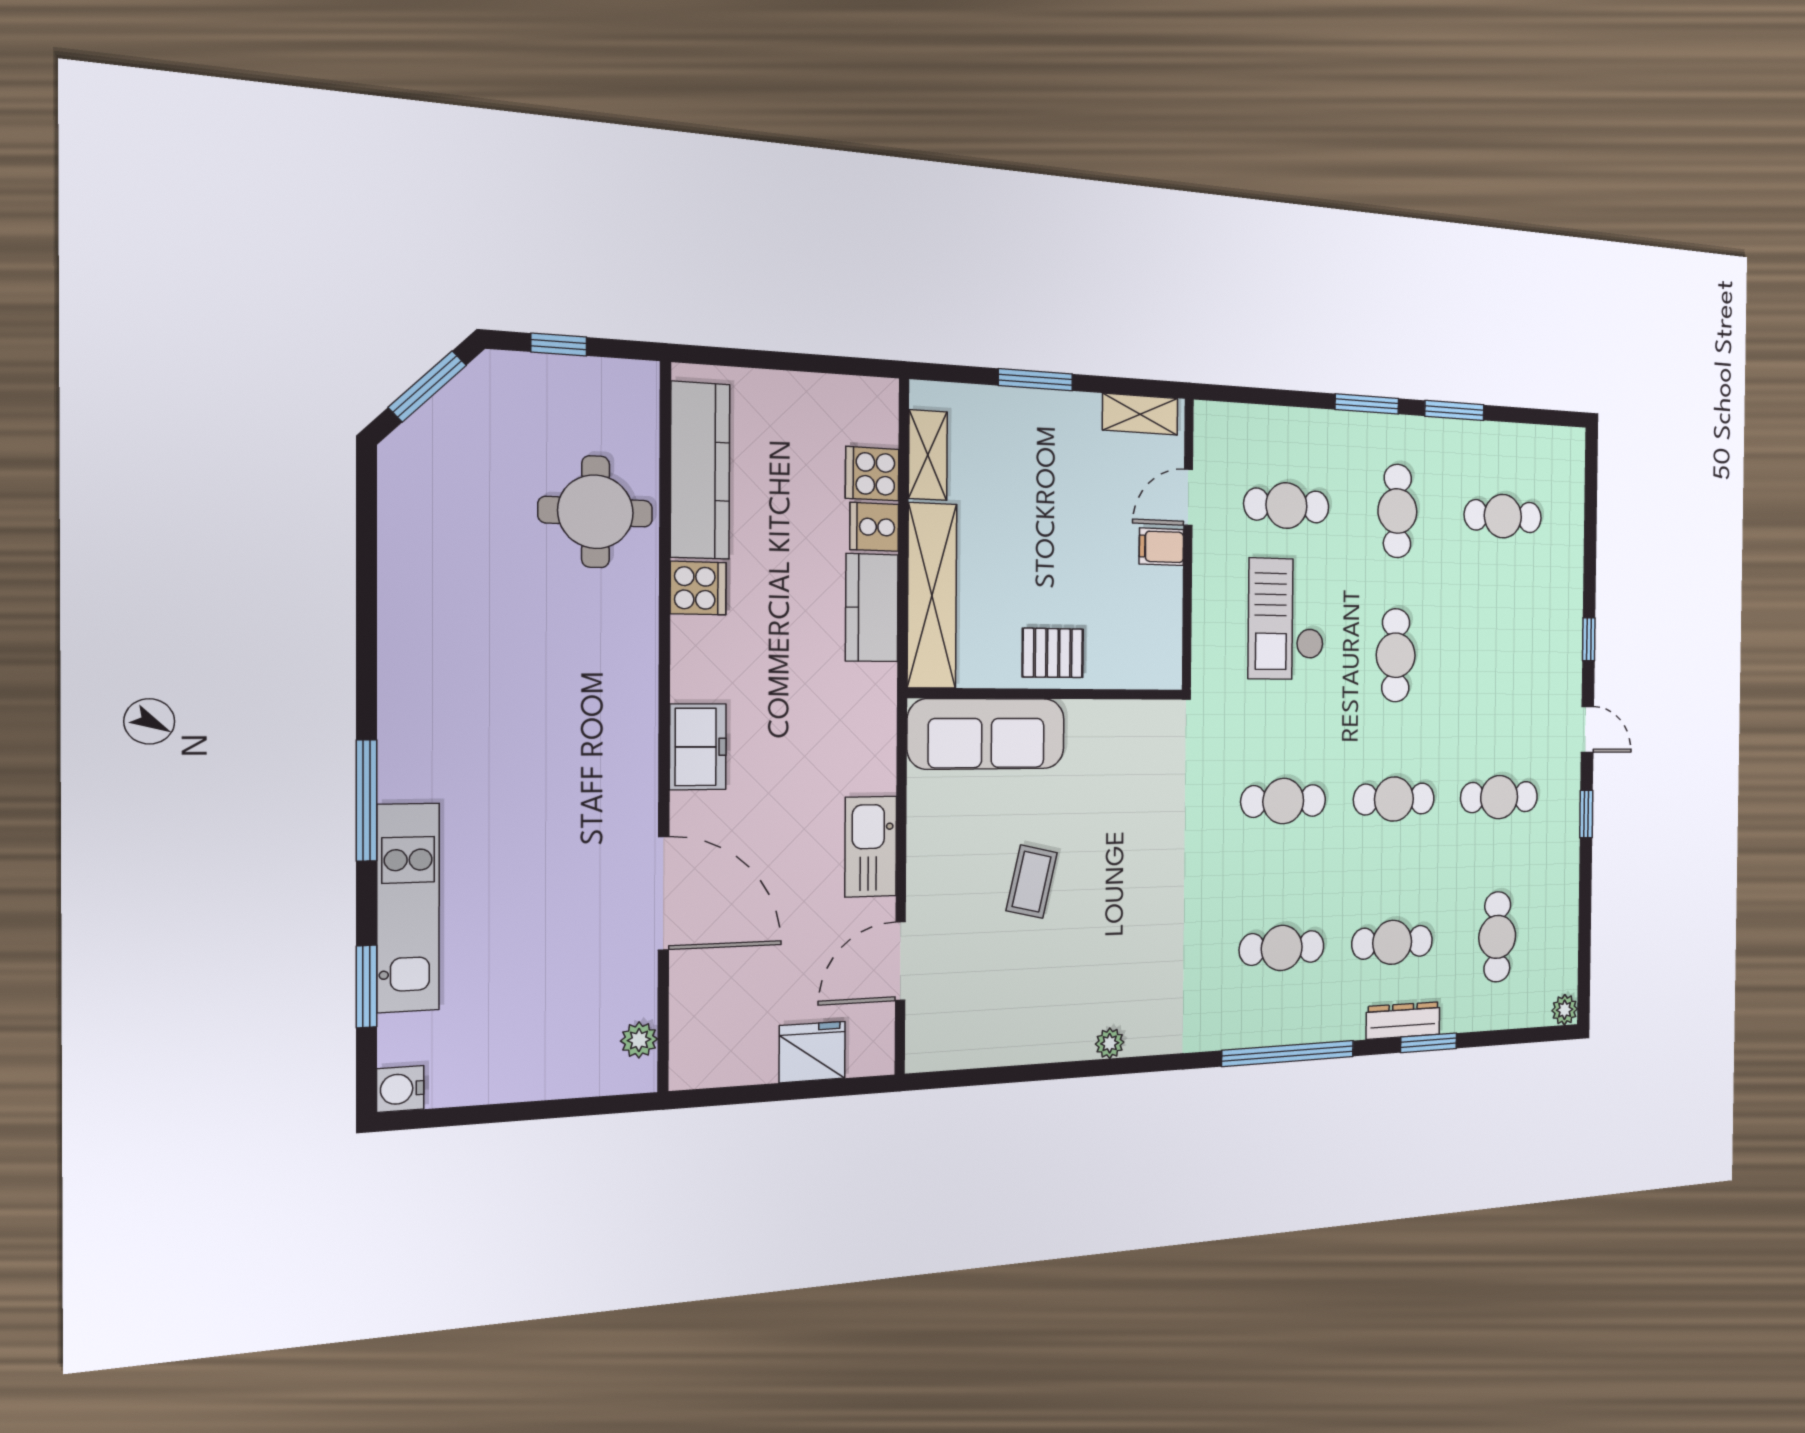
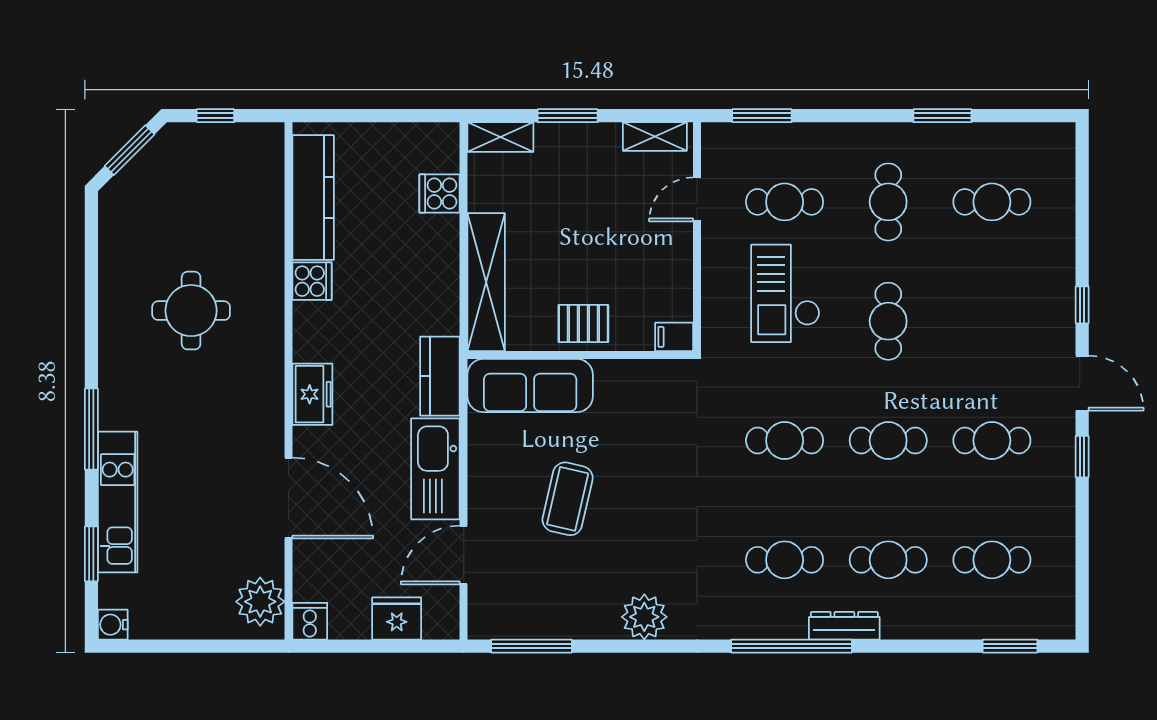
window: (1367, 404) -> (762, 116), moved
shelving: (928, 455) -> (500, 137), moved, turned 90
round table: (596, 512) -> (191, 311), moved
cooker: (874, 527) -> (310, 621), moved, turned 90
filing cabinet: (1161, 547) -> (674, 337), moved
kitchen counter: (872, 608) -> (440, 376), moved
door: (1587, 729) -> (1082, 383), width x1.38
kitchen sink: (871, 847) -> (435, 469), width x1.36, depth x1.24
coffee table: (1032, 882) -> (568, 499), width x1.36, depth x1.30
cafe table: (1497, 937) -> (992, 560), turned 90
plant: (1565, 1010) -> (1062, 626), removed
dresser: (1403, 1021) -> (844, 626), moved
plant: (639, 1040) -> (260, 602), width x1.88, depth x1.88
plant: (1110, 1043) -> (644, 617), width x1.88, depth x1.88
window: (1429, 1043) -> (1010, 646), moved
window: (986, 1076) -> (531, 646), added

